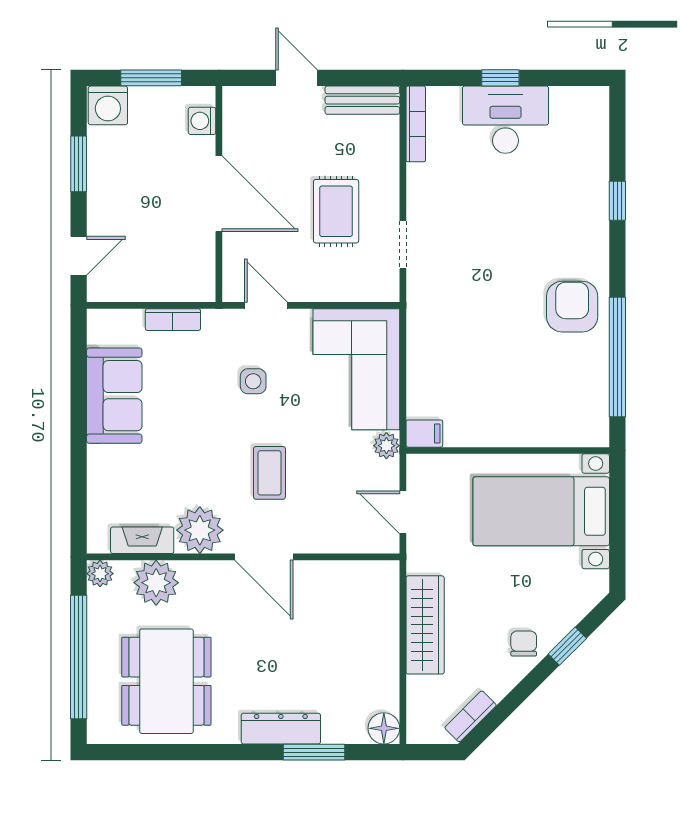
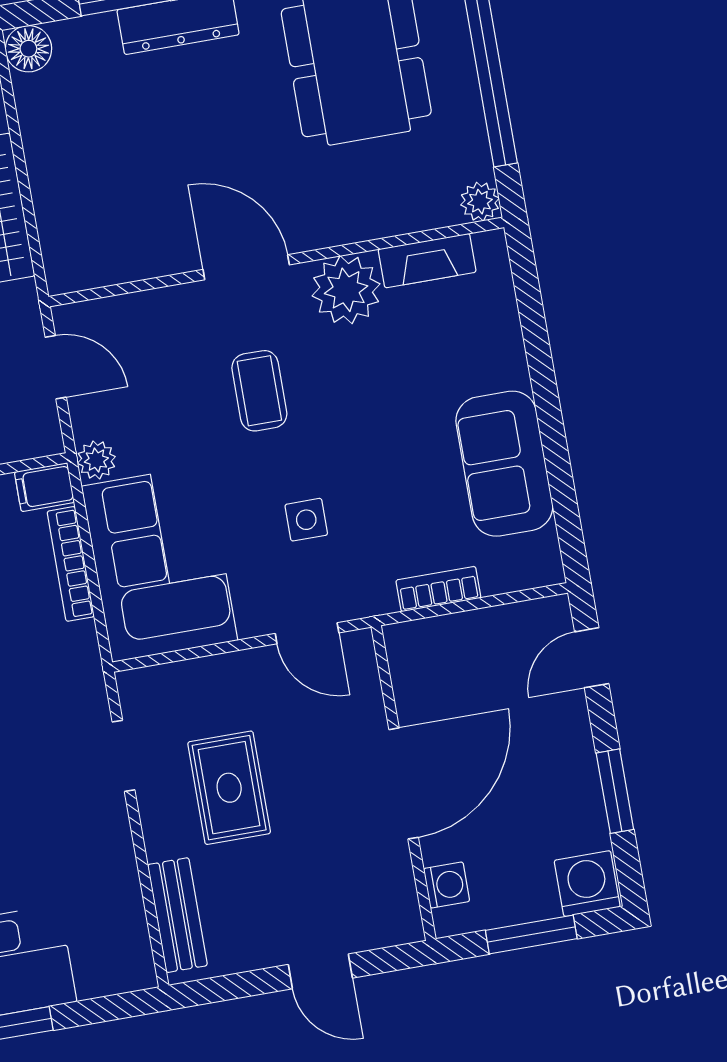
bench: (362, 100) -> (177, 915), moved, turned 90
bookcase: (416, 124) -> (71, 564), moved
door: (219, 194) -> (404, 783), swing flipped
plant: (156, 583) -> (396, 202), removed

